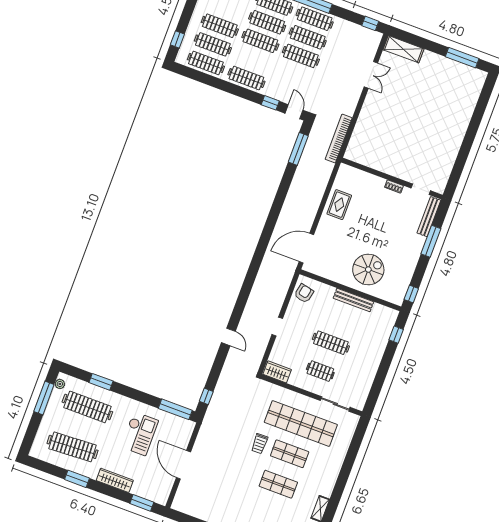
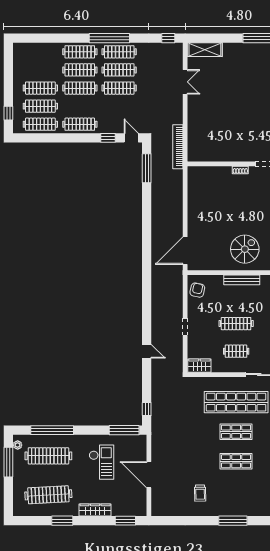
rug: (339, 205) -> (199, 203), removed
window: (101, 382) -> (52, 430), width x2.11
trolley: (260, 444) -> (200, 493), moved

